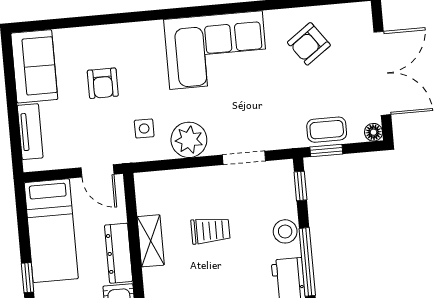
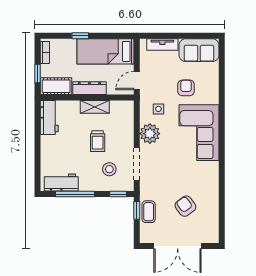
armchair: (309, 44) -> (185, 206), moved
corner sofa: (216, 50) -> (199, 133), moved
armchair: (103, 83) -> (186, 88), turned 90
floor lamp: (373, 132) -> (145, 238), removed
doorway: (244, 158) -> (137, 164), width x1.38
stool: (285, 231) -> (109, 169), moved

